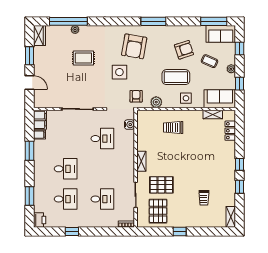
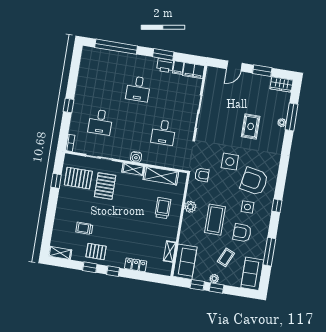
window: (68, 21) -> (291, 117), width x0.68
window: (153, 21) -> (277, 206), width x0.46
window: (214, 21) -> (269, 252), moved
window: (240, 49) -> (217, 288), moved
armchair: (184, 50) -> (242, 233), turned 109
side table: (186, 98) -> (247, 207), moved
plant: (156, 102) -> (190, 207), moved
water cooler: (129, 125) -> (136, 157), moved
locker: (230, 131) -> (136, 265), moved
shelving: (143, 134) -> (161, 176), added
pallet: (224, 183) -> (96, 252), added
window: (29, 196) -> (116, 47), width x2.11
desk: (66, 199) -> (107, 84), removed
printer: (40, 220) -> (165, 66), moved
window: (72, 231) -> (68, 106), moved
window: (180, 231) -> (56, 181), moved

